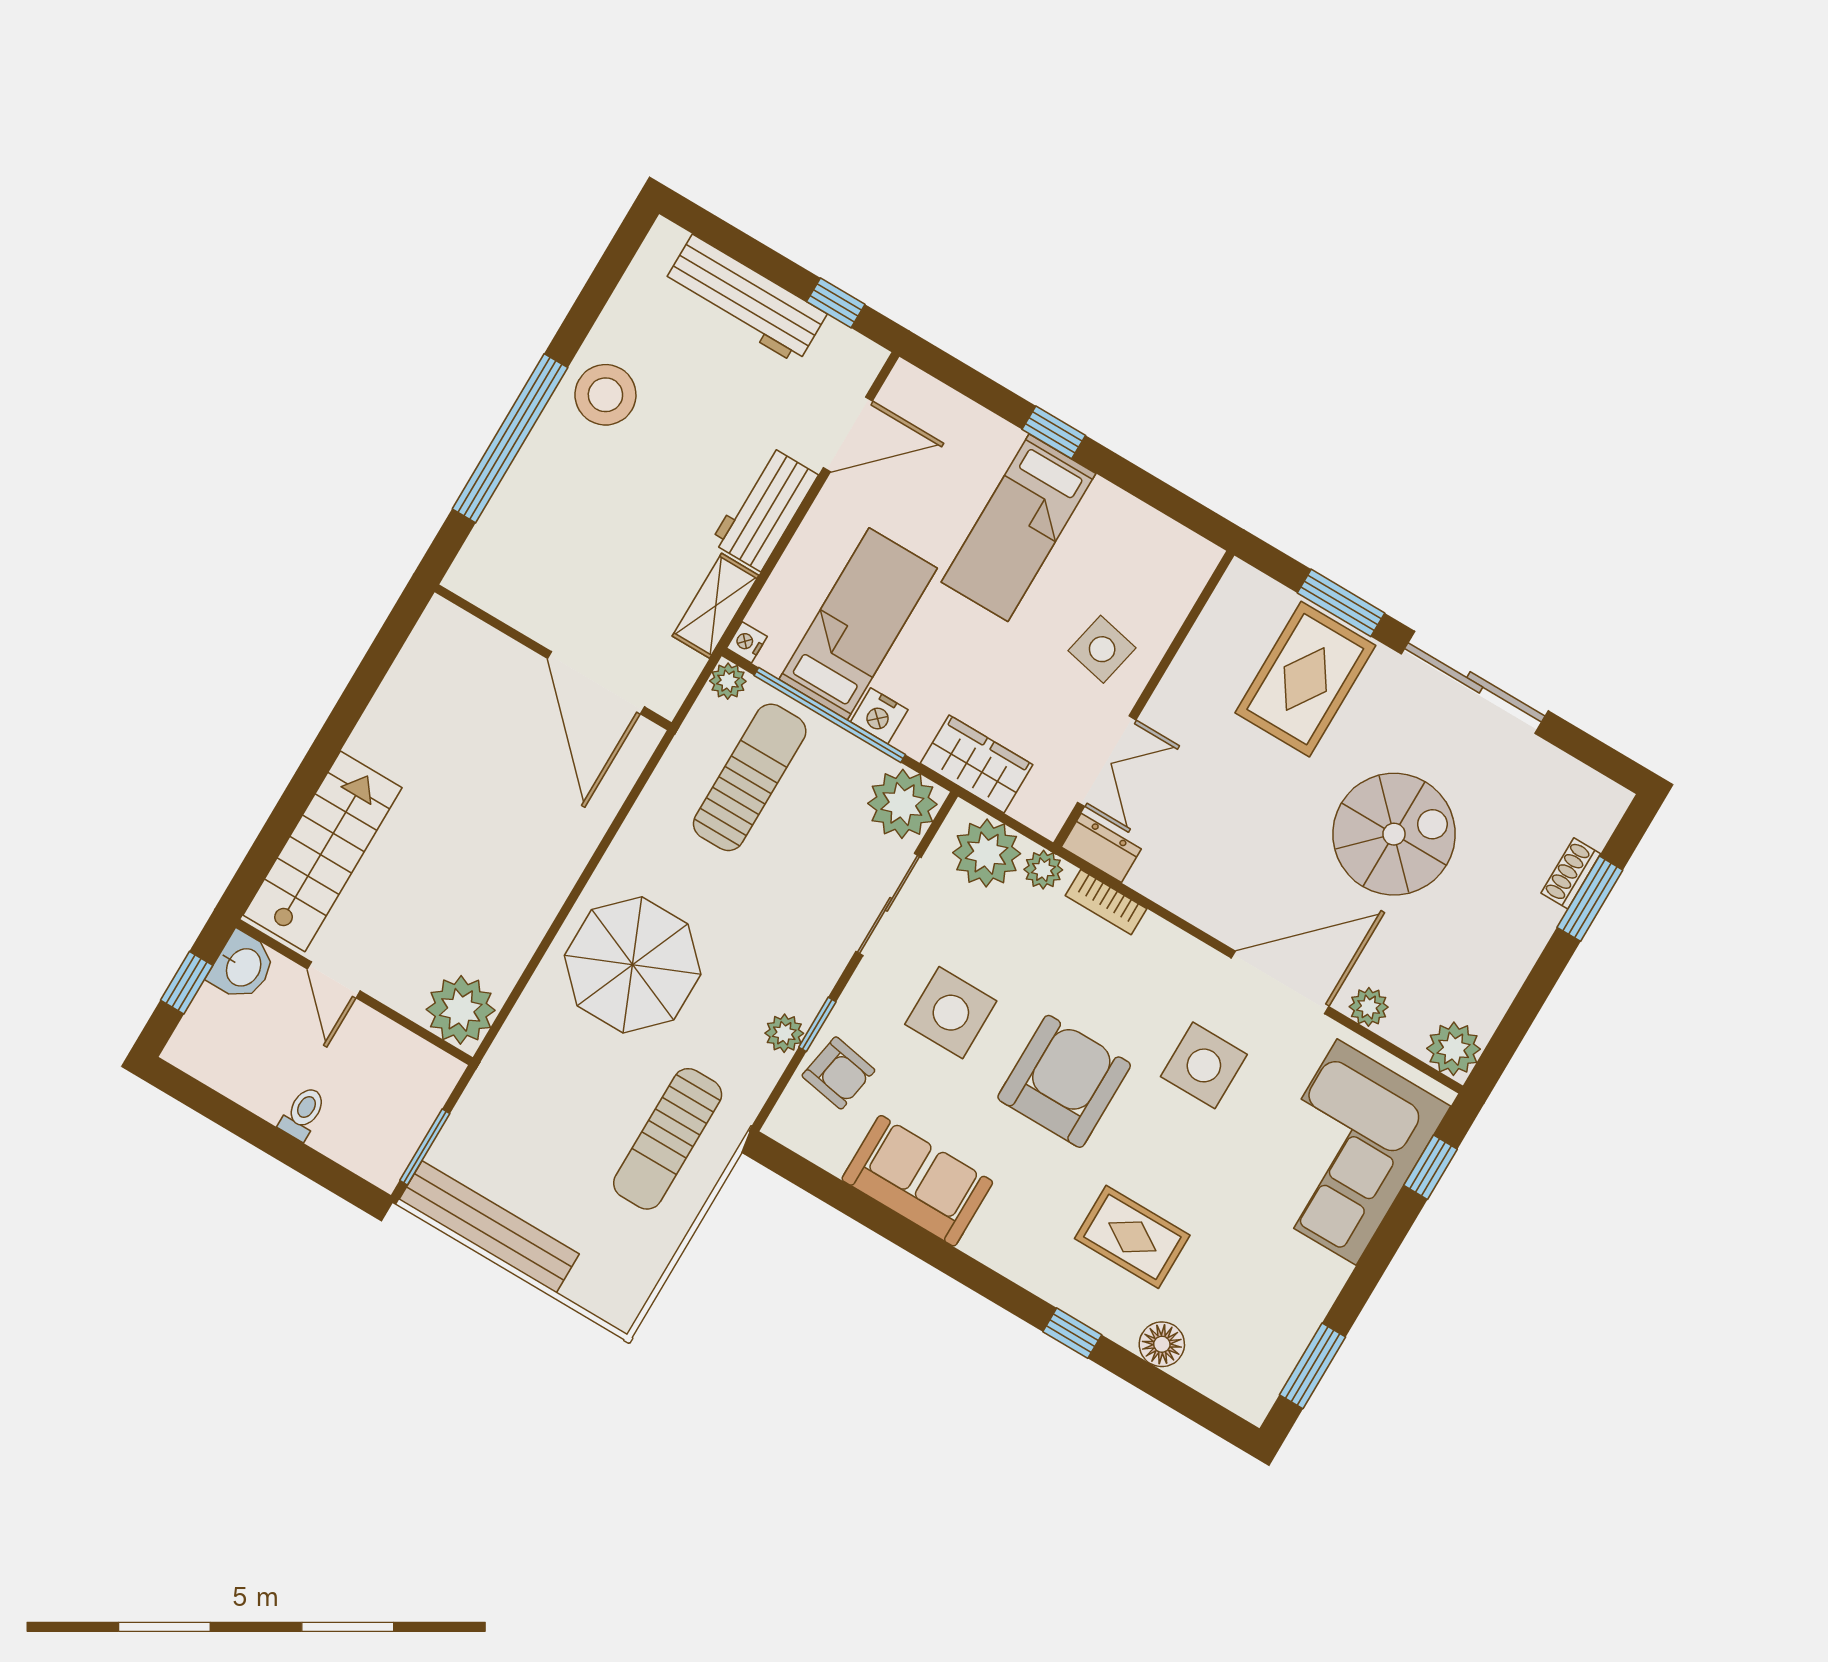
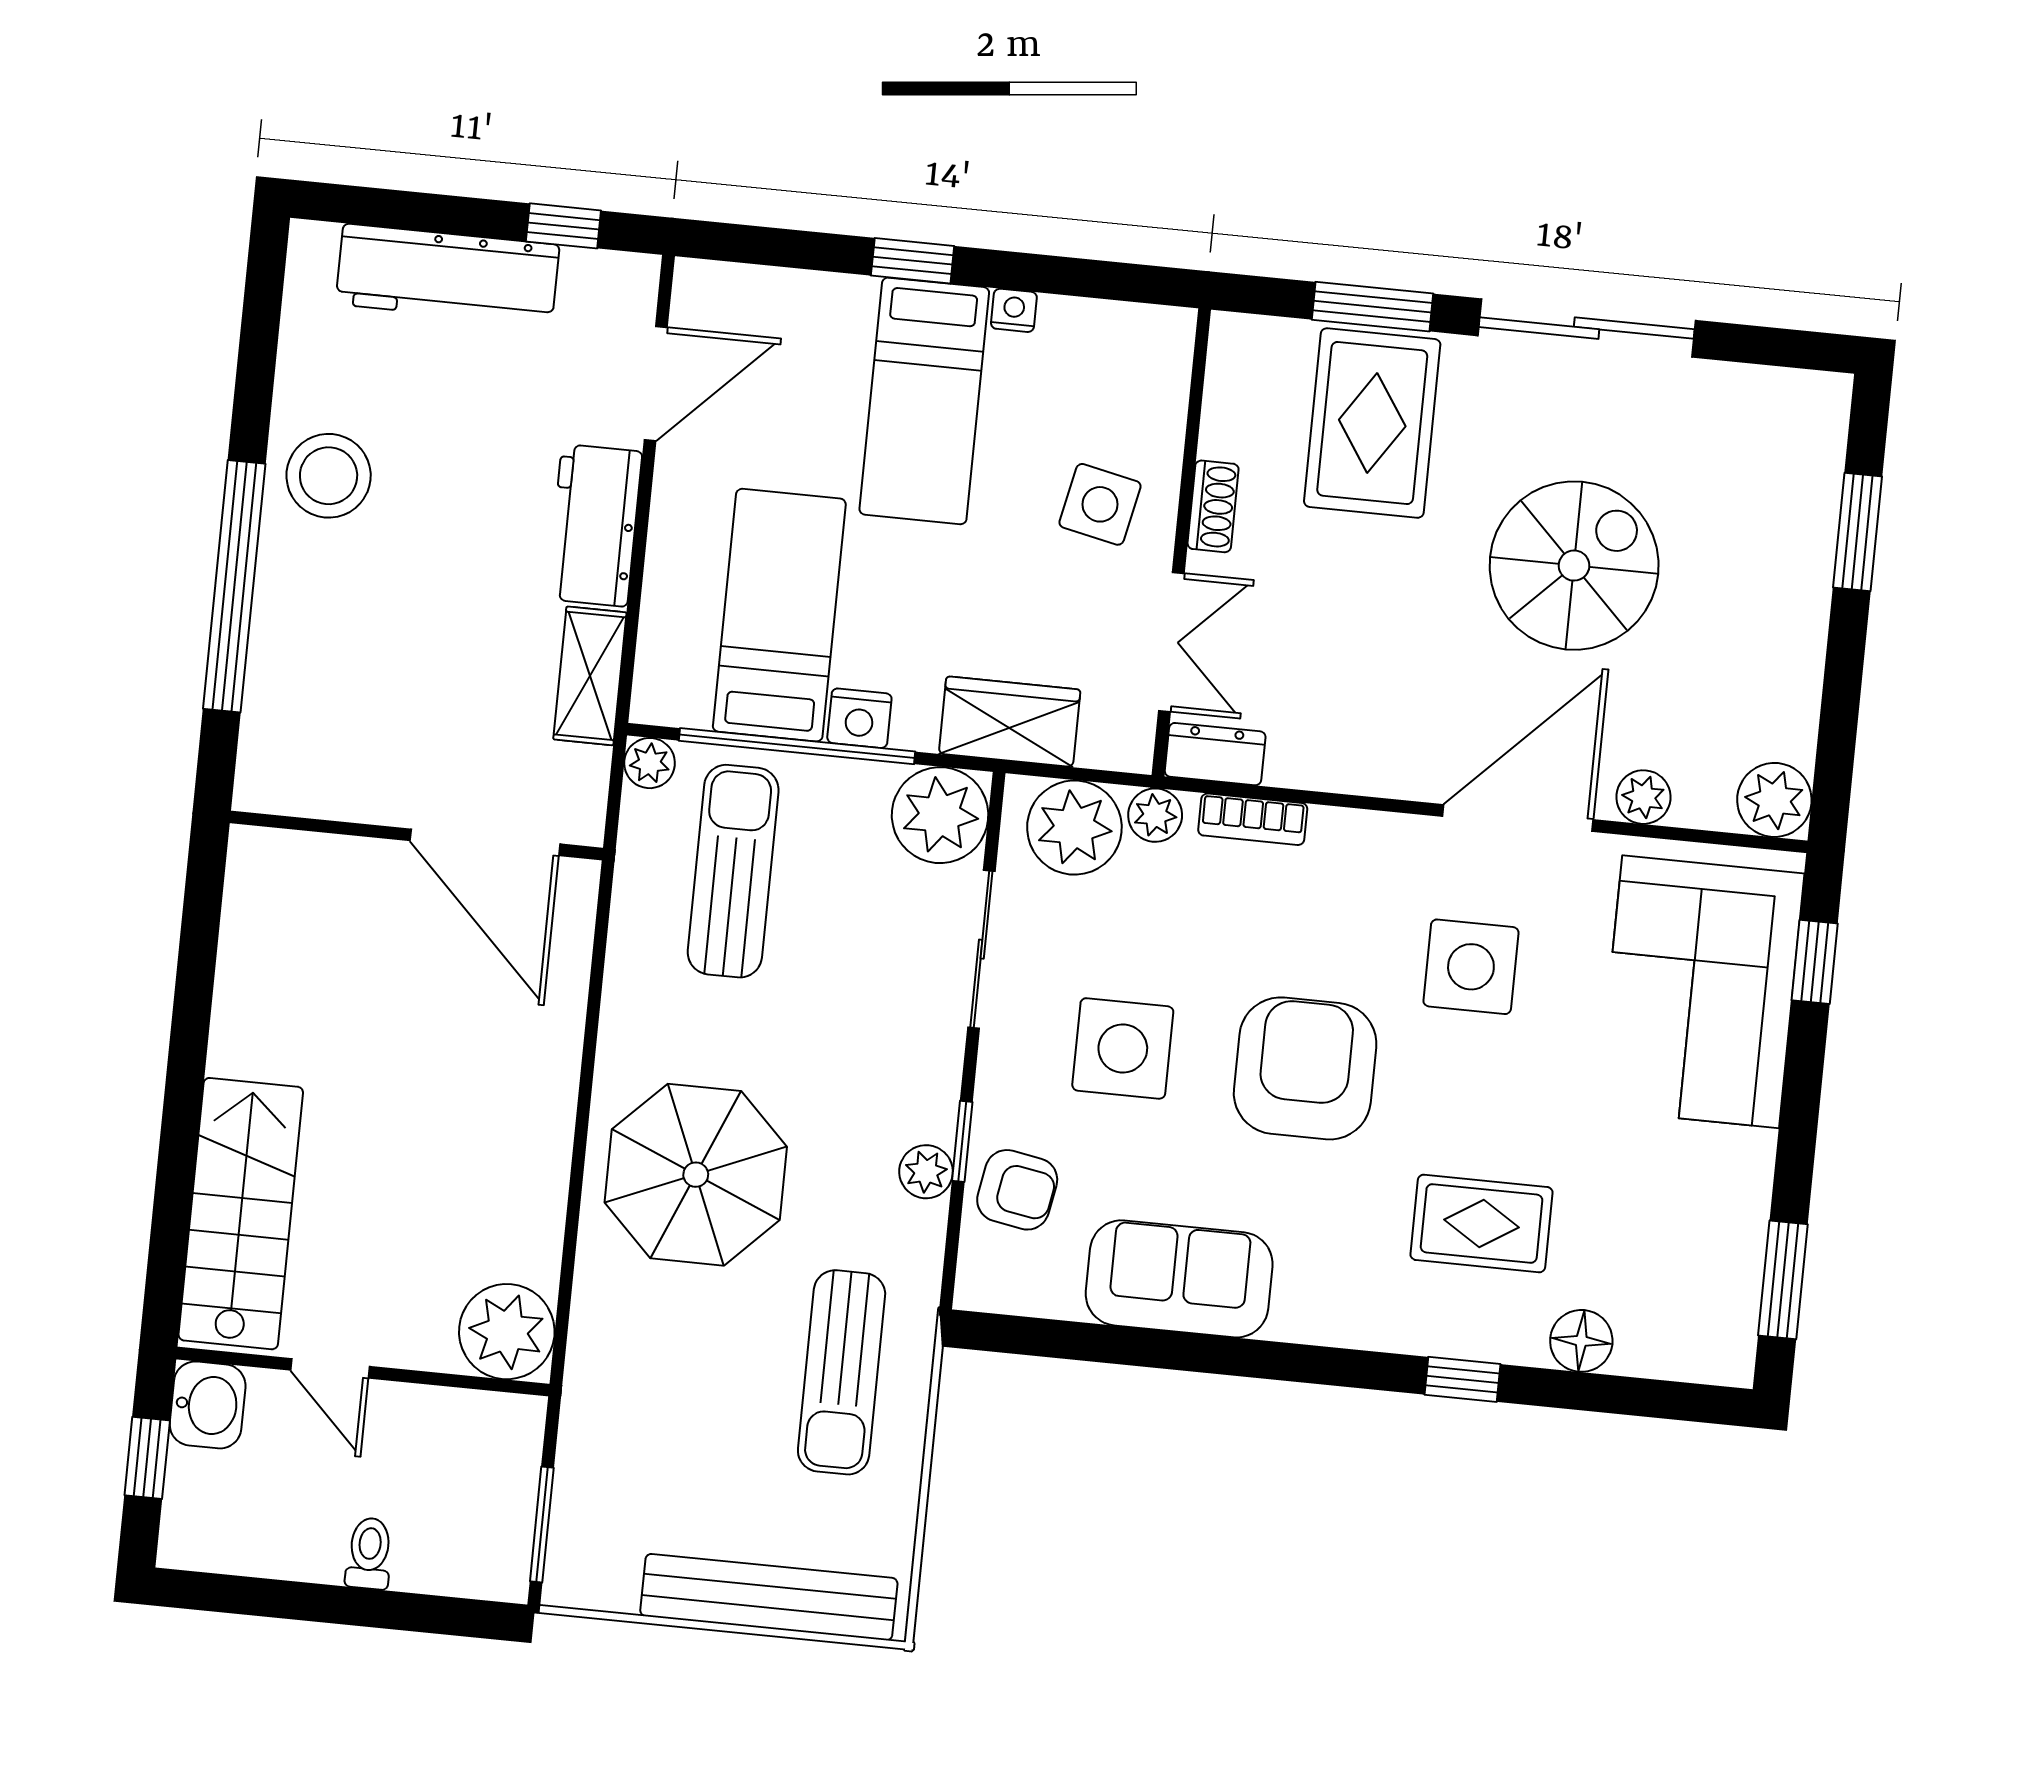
nightstand: (747, 642) -> (1014, 310), moved, turned 90
shoe rack: (1571, 873) -> (1213, 506), moved, turned 180
bench: (489, 1227) -> (769, 1597), moved

